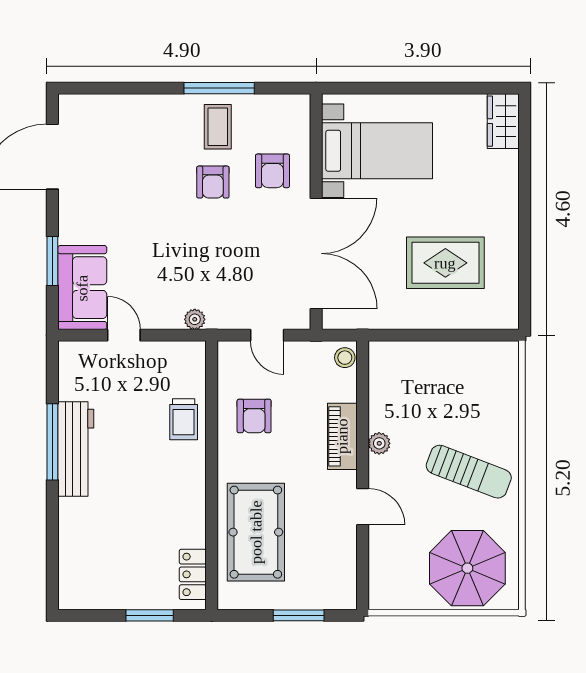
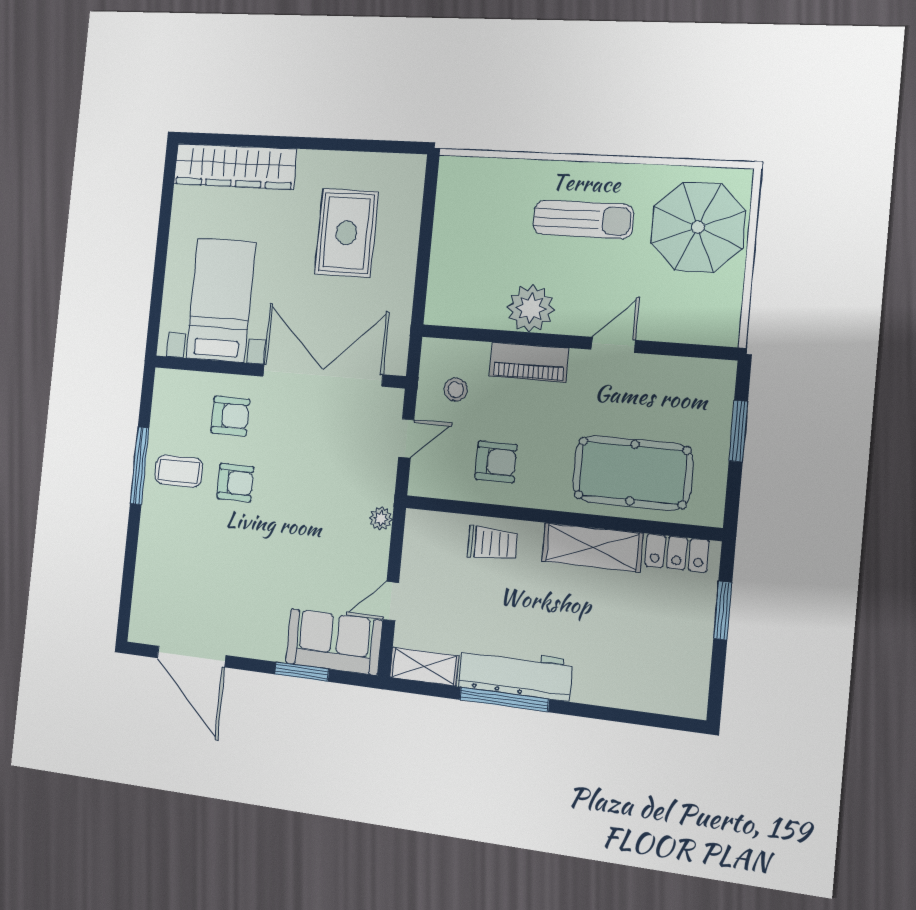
wardrobe: (503, 121) -> (235, 166), width x2.10, depth x1.17
stool: (345, 358) -> (456, 390), moved
shelving: (71, 370) -> (424, 667), added
plant: (379, 443) -> (531, 308), width x1.88, depth x1.88
sun lounger: (469, 472) -> (583, 219), turned 69
shelving: (190, 504) -> (592, 547), added

